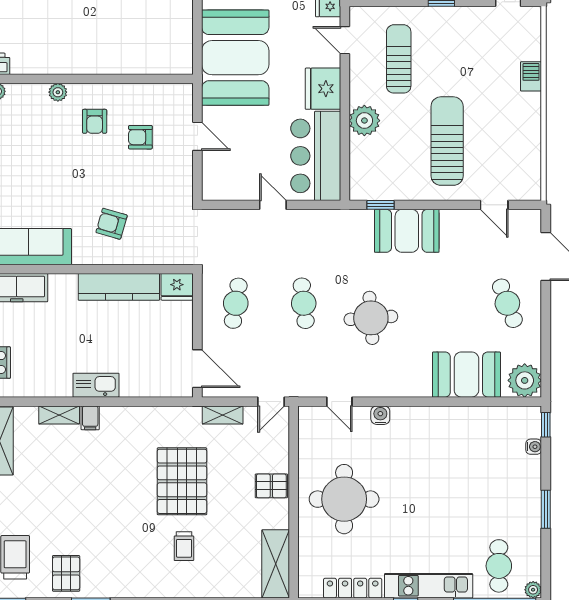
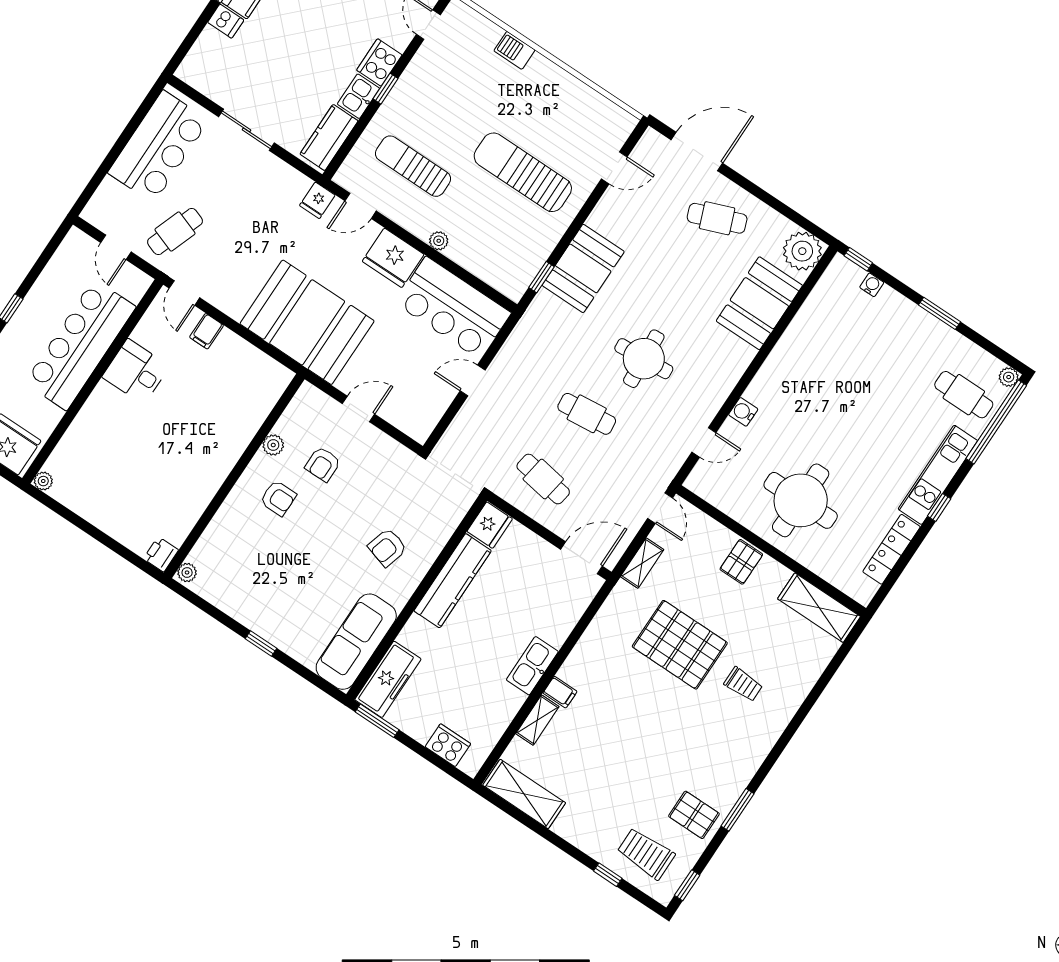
plant: (58, 92) -> (273, 445), moved
plant: (364, 121) -> (439, 241), width x0.53, depth x0.53

